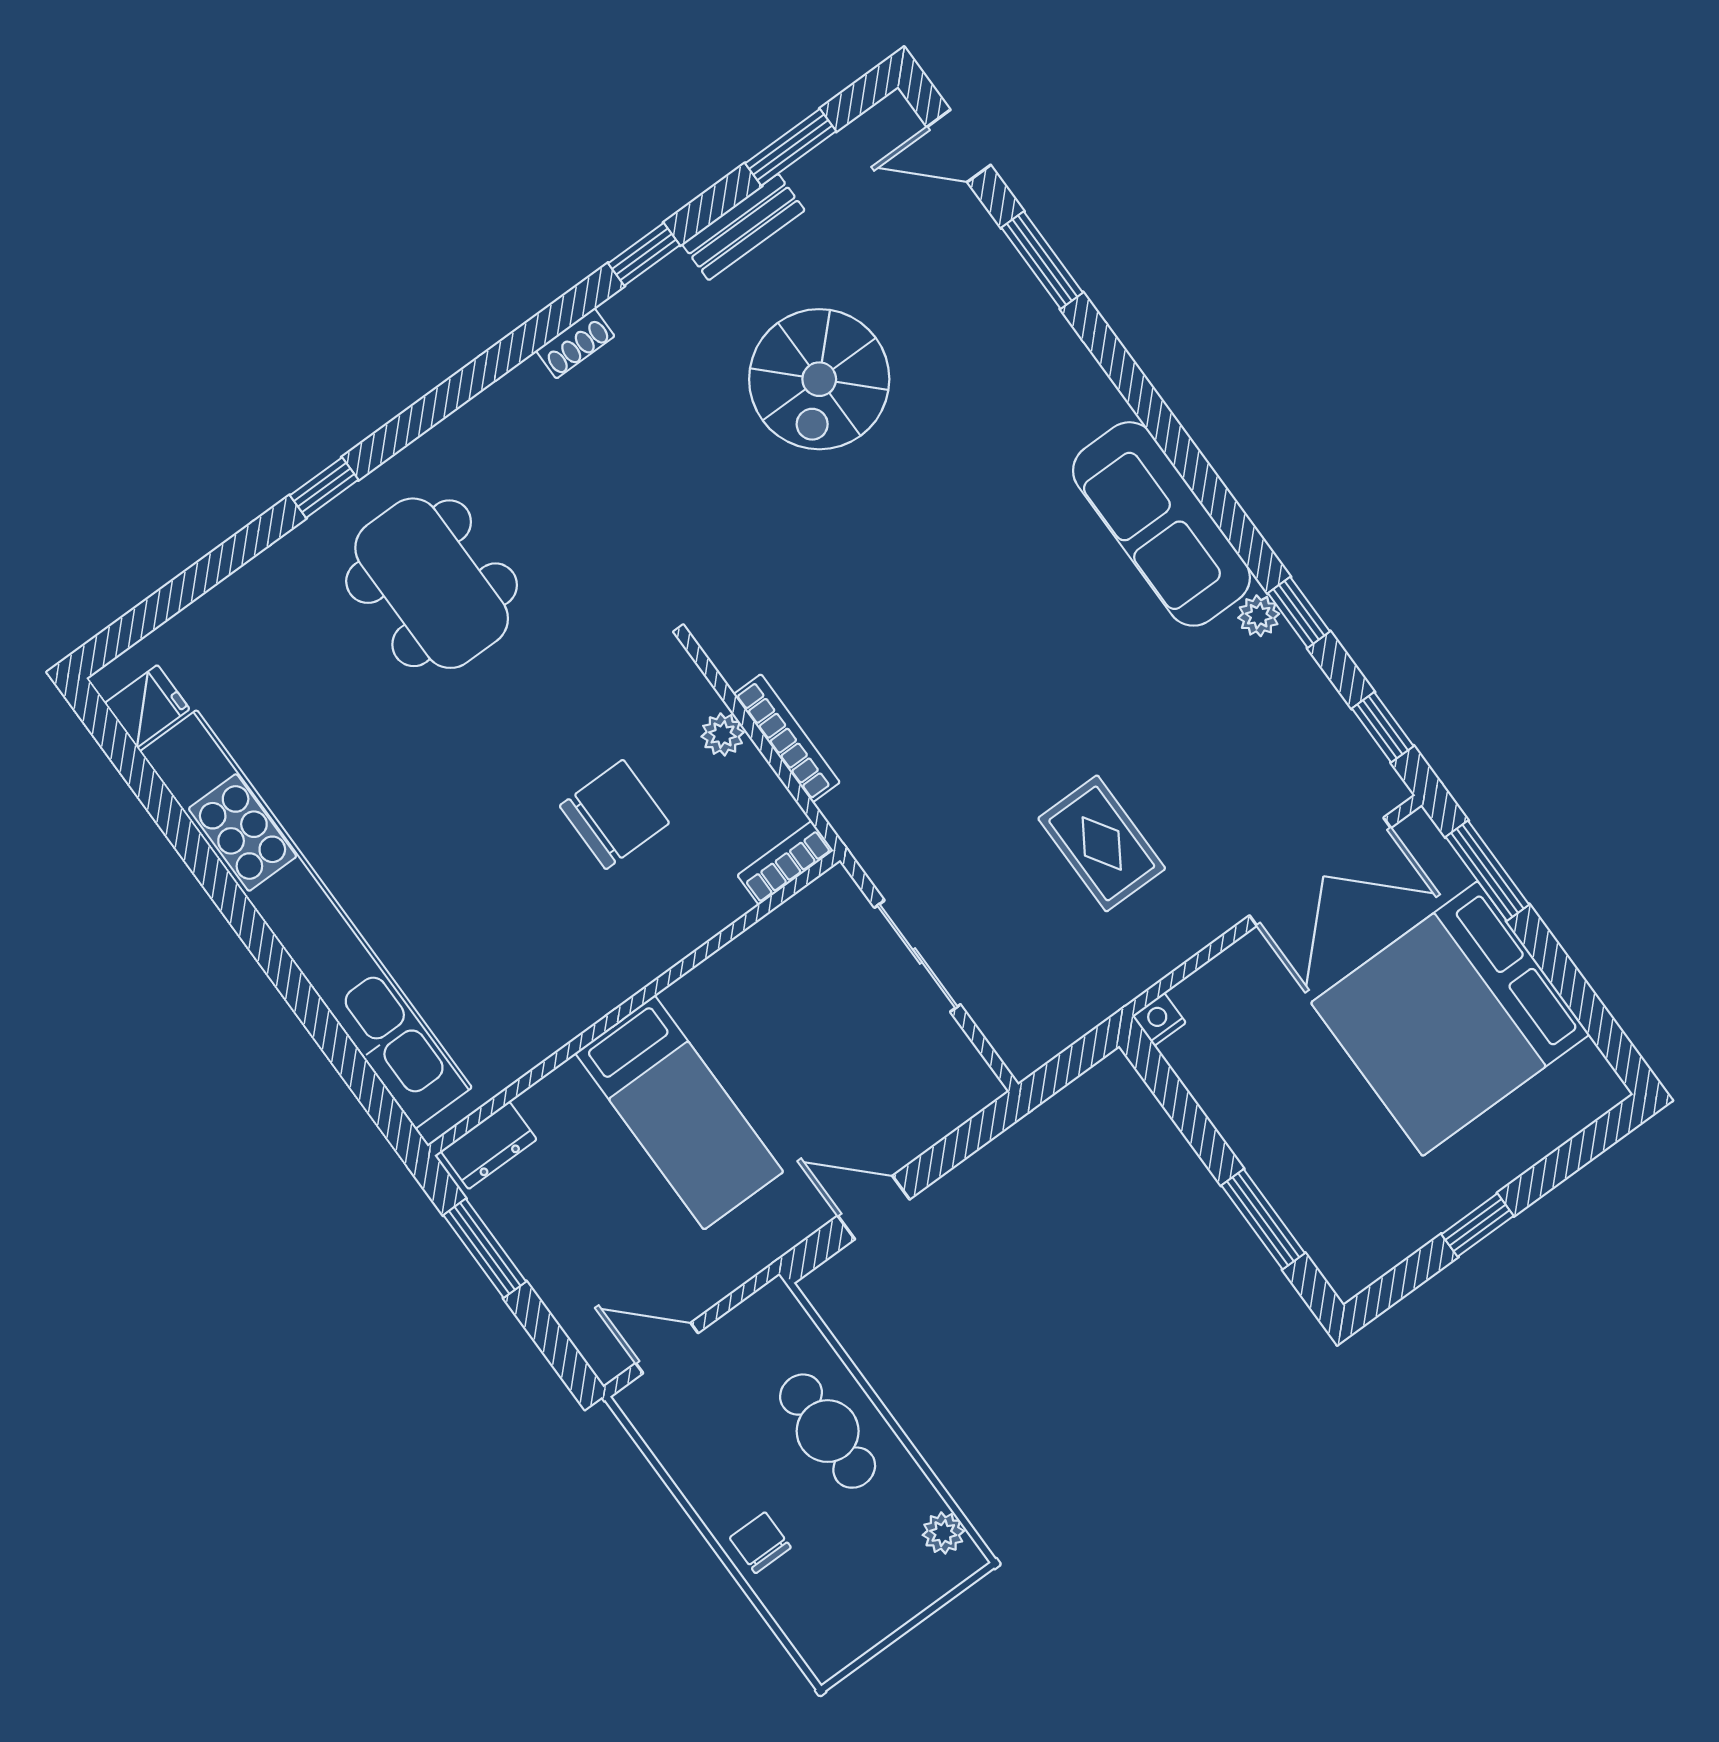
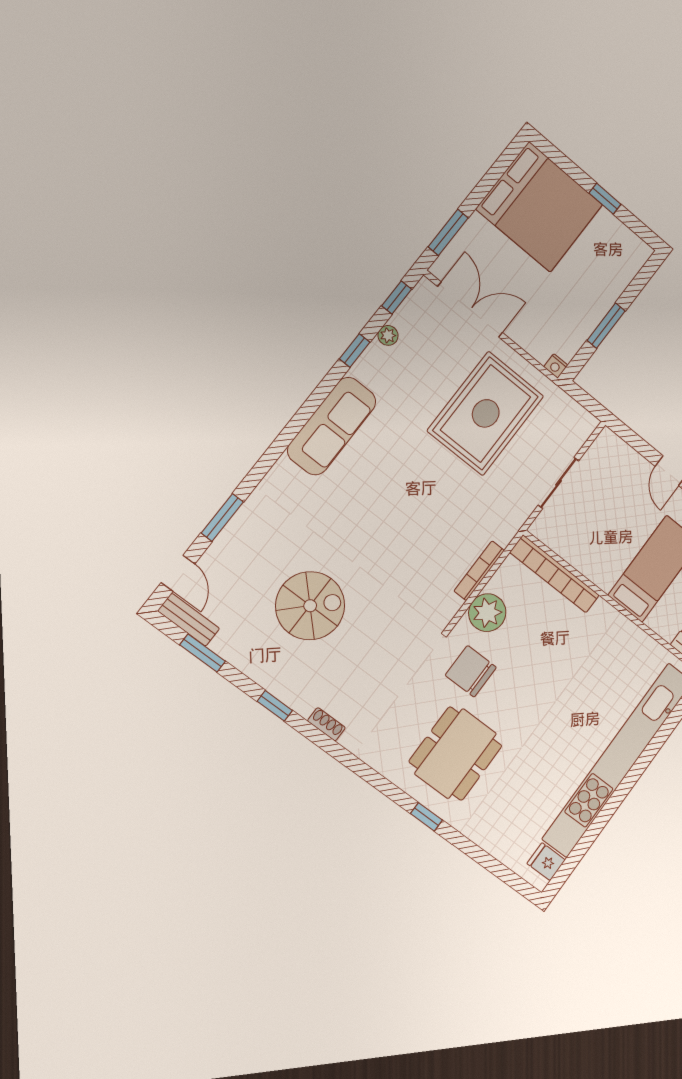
bench: (743, 227) -> (189, 620), moved
plant: (1259, 616) -> (388, 335), moved
plant: (723, 734) -> (487, 613), width x1.88, depth x1.88
chair: (614, 814) -> (471, 671), moved
rug: (1102, 843) -> (486, 413), width x1.86, depth x2.06
bookcase: (785, 863) -> (555, 574), width x2.31, depth x1.31
bed: (1450, 1019) -> (540, 207), moved
window: (1263, 1219) -> (606, 326), moved

